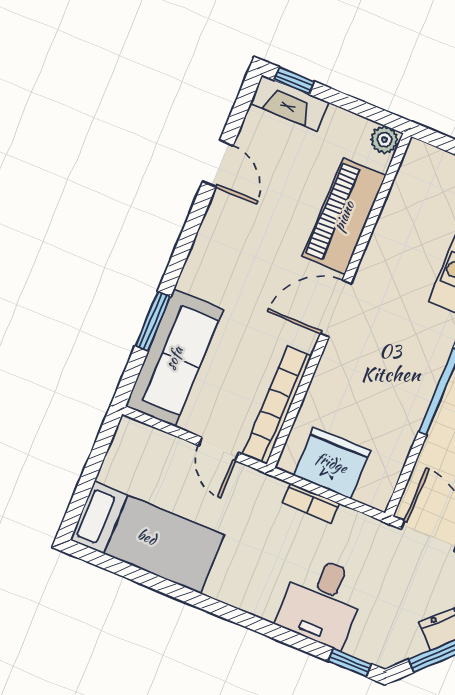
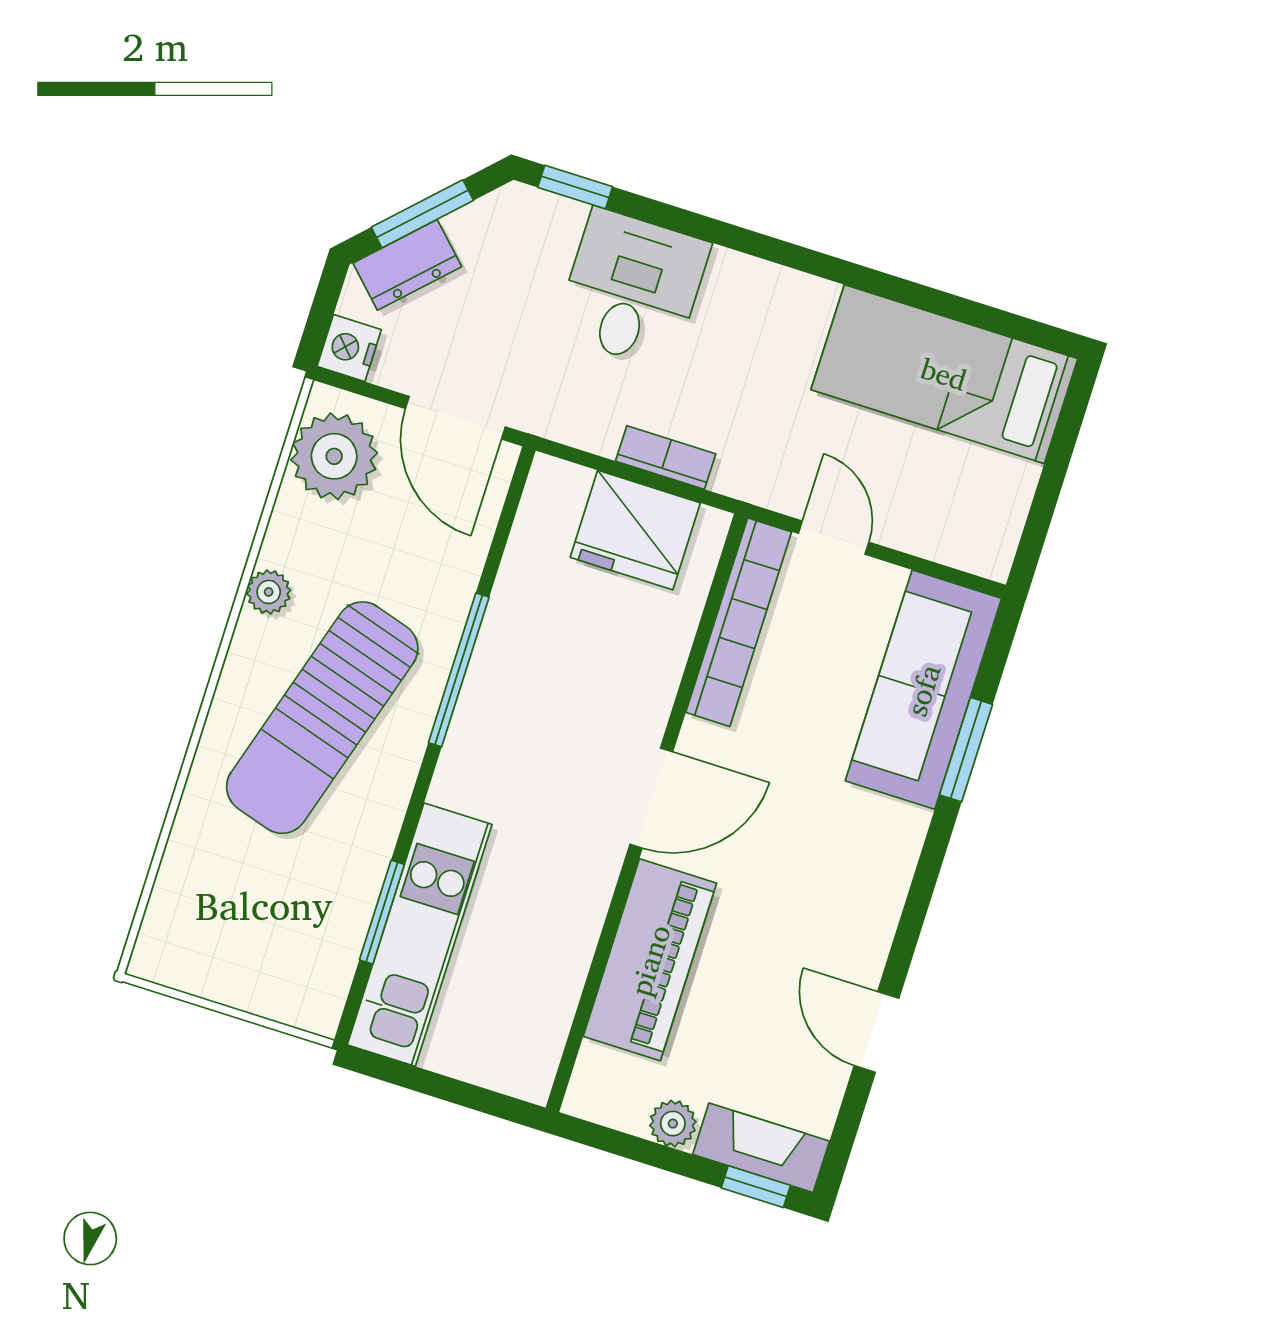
plant: (384, 140) -> (673, 1124), moved

